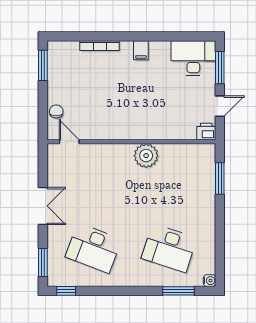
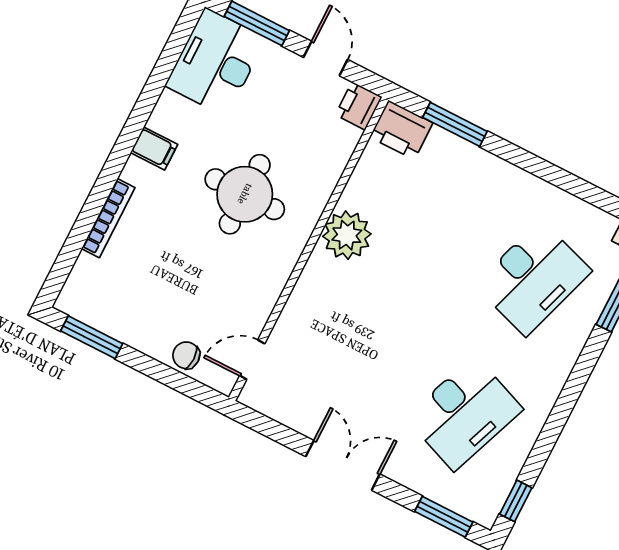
round table: (141, 101) -> (245, 194), added
printer: (205, 156) -> (401, 130), added

